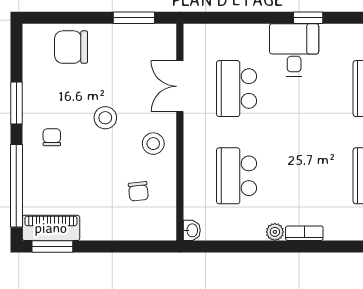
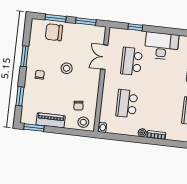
window: (71, 18) -> (56, 18), added
window: (308, 18) -> (135, 27), moved
desk: (294, 50) -> (161, 46), width x1.37
stool: (153, 144) -> (83, 122), moved
window: (16, 186) -> (20, 96), width x0.47
piano: (51, 228) -> (51, 120), moved

